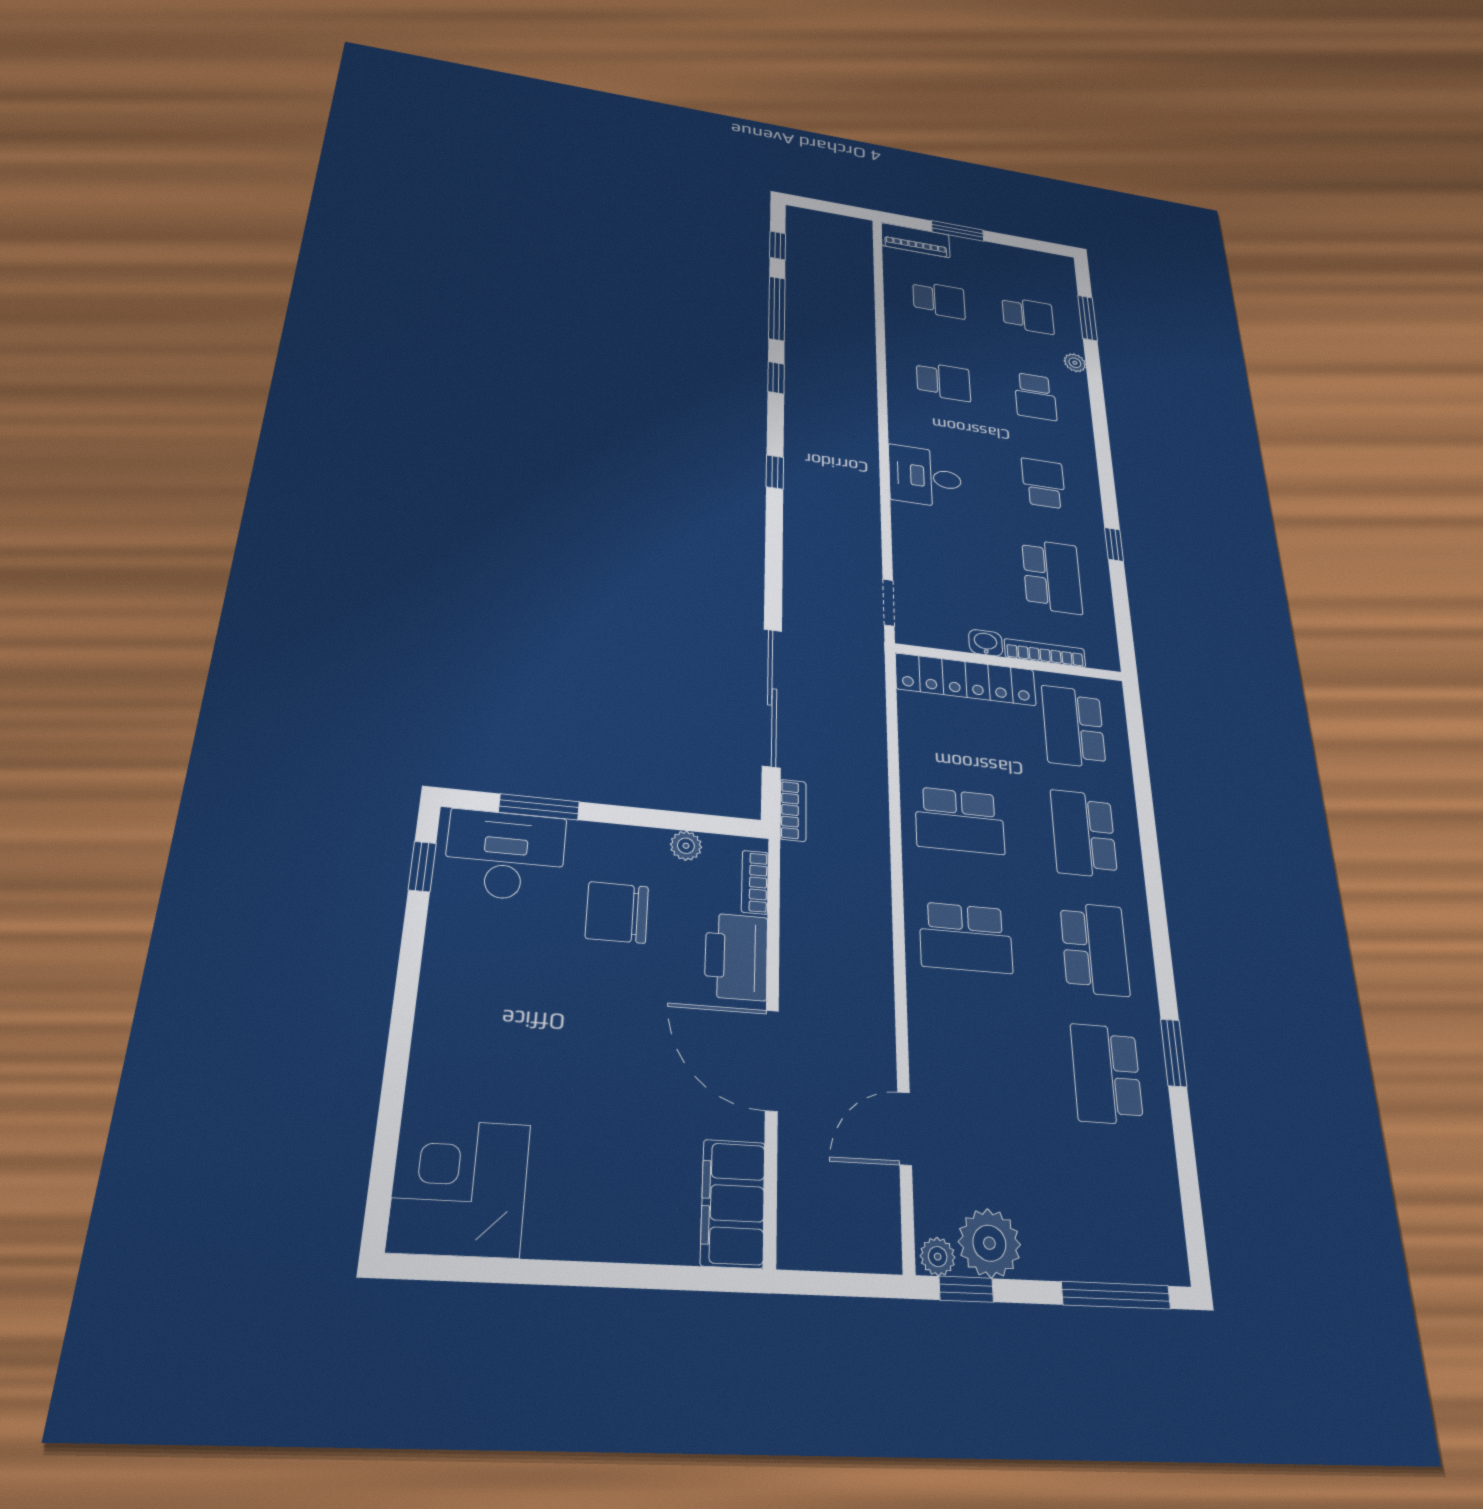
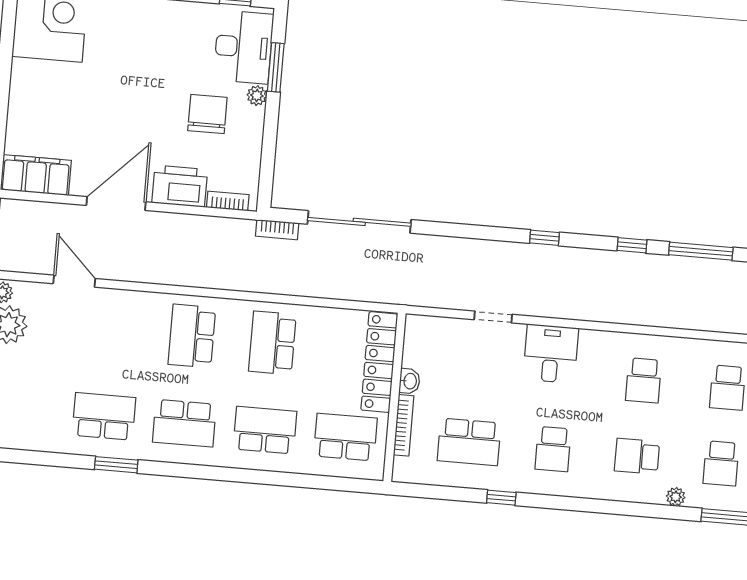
school desk: (1043, 483) -> (553, 449), turned 90
doorway: (888, 603) -> (493, 317), moved
plant: (686, 846) -> (257, 96), moved

